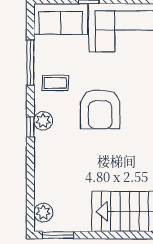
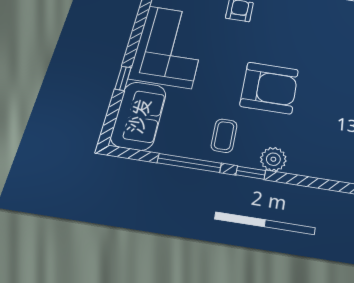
window: (30, 127) -> (251, 173), moved

